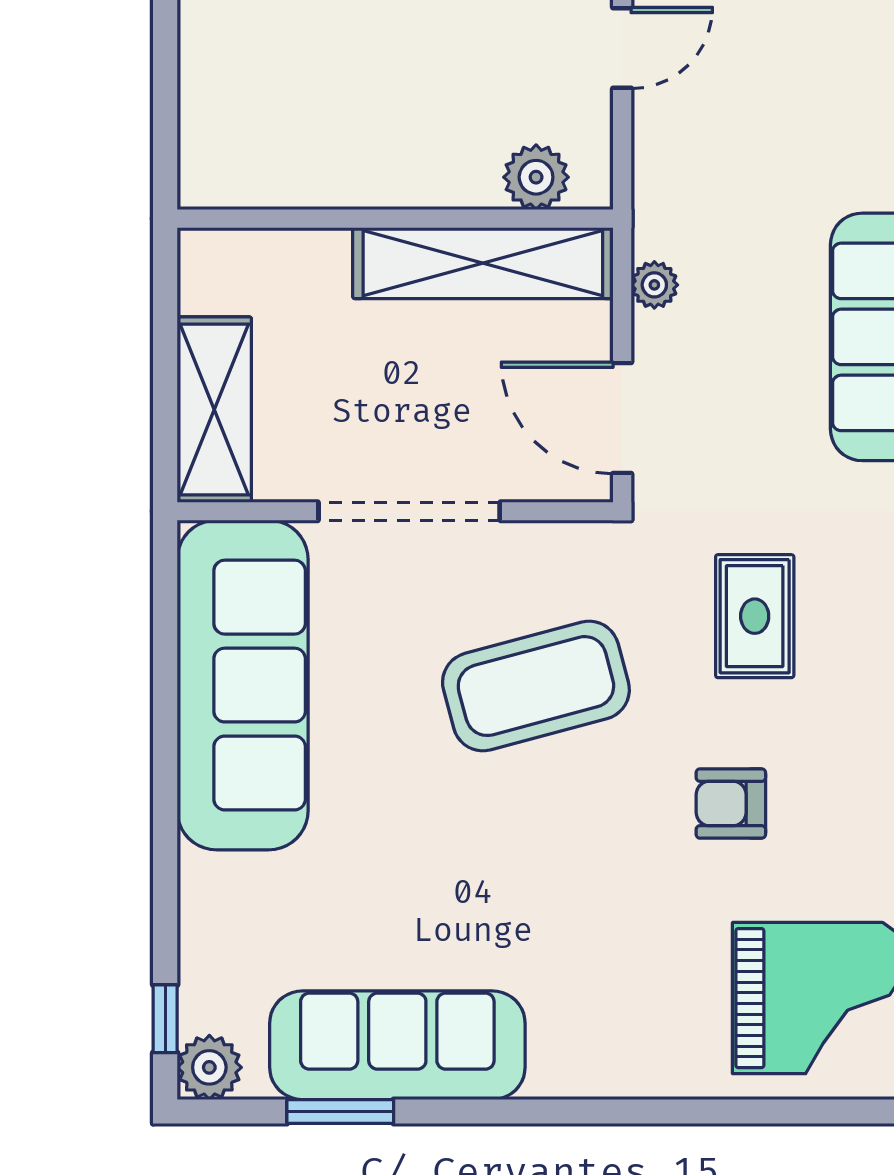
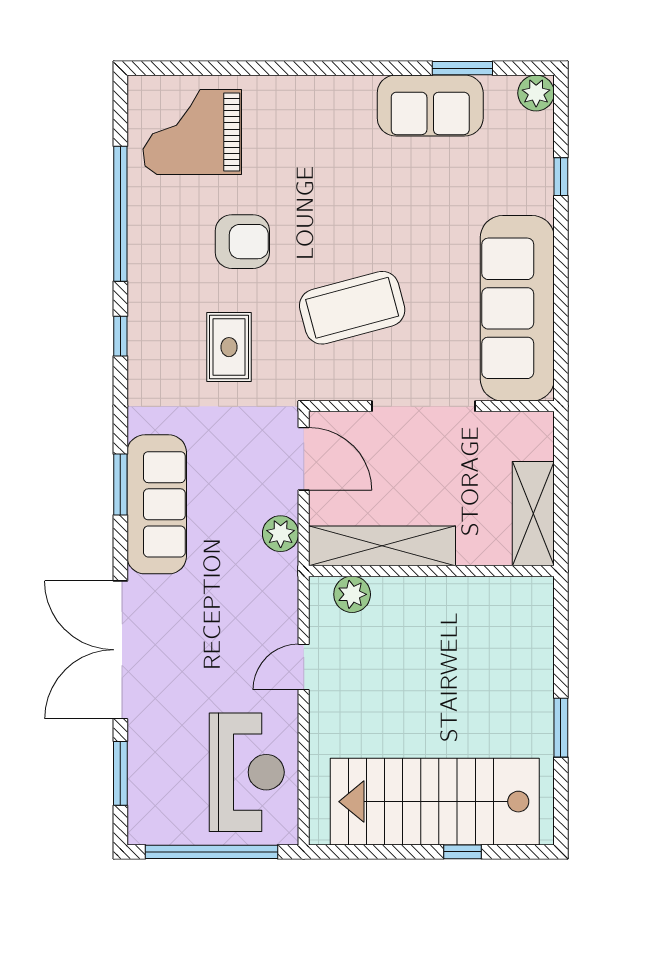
plant: (654, 285) -> (281, 534), width x1.38, depth x1.38
shelving: (214, 410) -> (533, 514), moved
armchair: (731, 804) -> (242, 242), width x1.38, depth x1.38
window: (165, 1019) -> (561, 177), moved
sofa: (397, 1045) -> (430, 105), width x0.73

